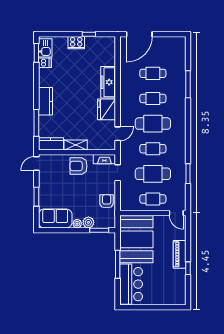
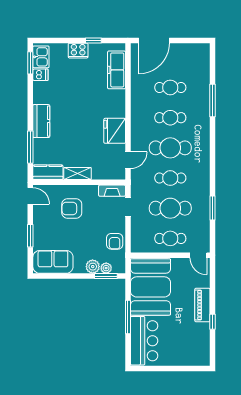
freezer: (108, 82) -> (117, 70), moved
door: (36, 164) -> (30, 196), swing flipped
armchair: (78, 166) -> (72, 209), moved
armchair: (107, 201) -> (115, 241), turned 180
plant: (77, 224) -> (106, 268), moved

